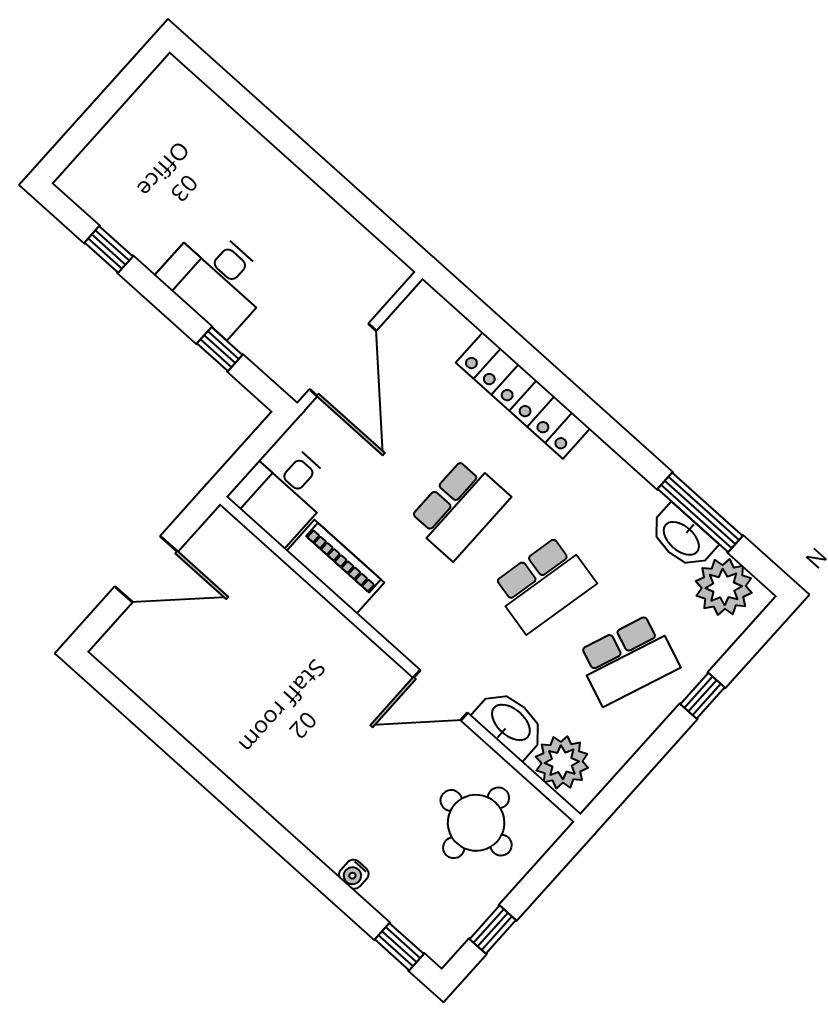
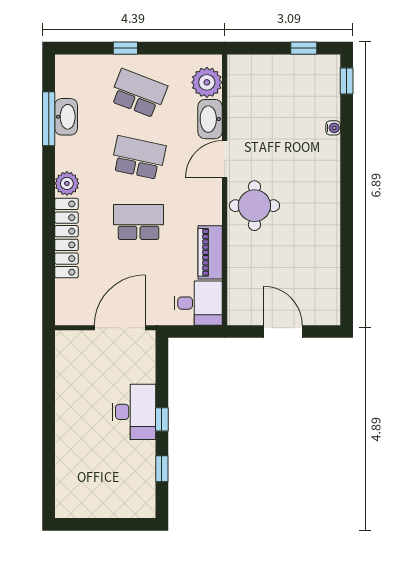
window: (220, 349) -> (162, 419), moved
plant: (724, 587) -> (67, 183), moved, width x0.73, depth x0.73
door: (440, 695) -> (225, 159), swing flipped
round table: (476, 823) -> (254, 206), moved

